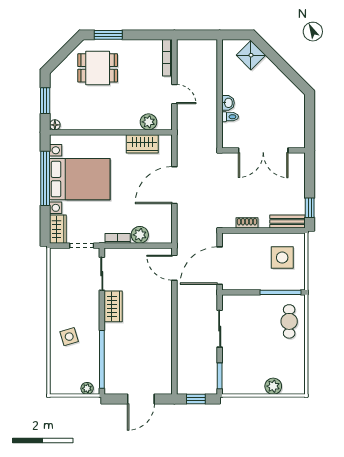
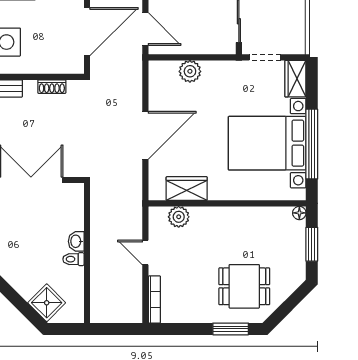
toilet: (230, 117) -> (73, 259), moved
bookcase: (118, 238) -> (219, 67), removed

